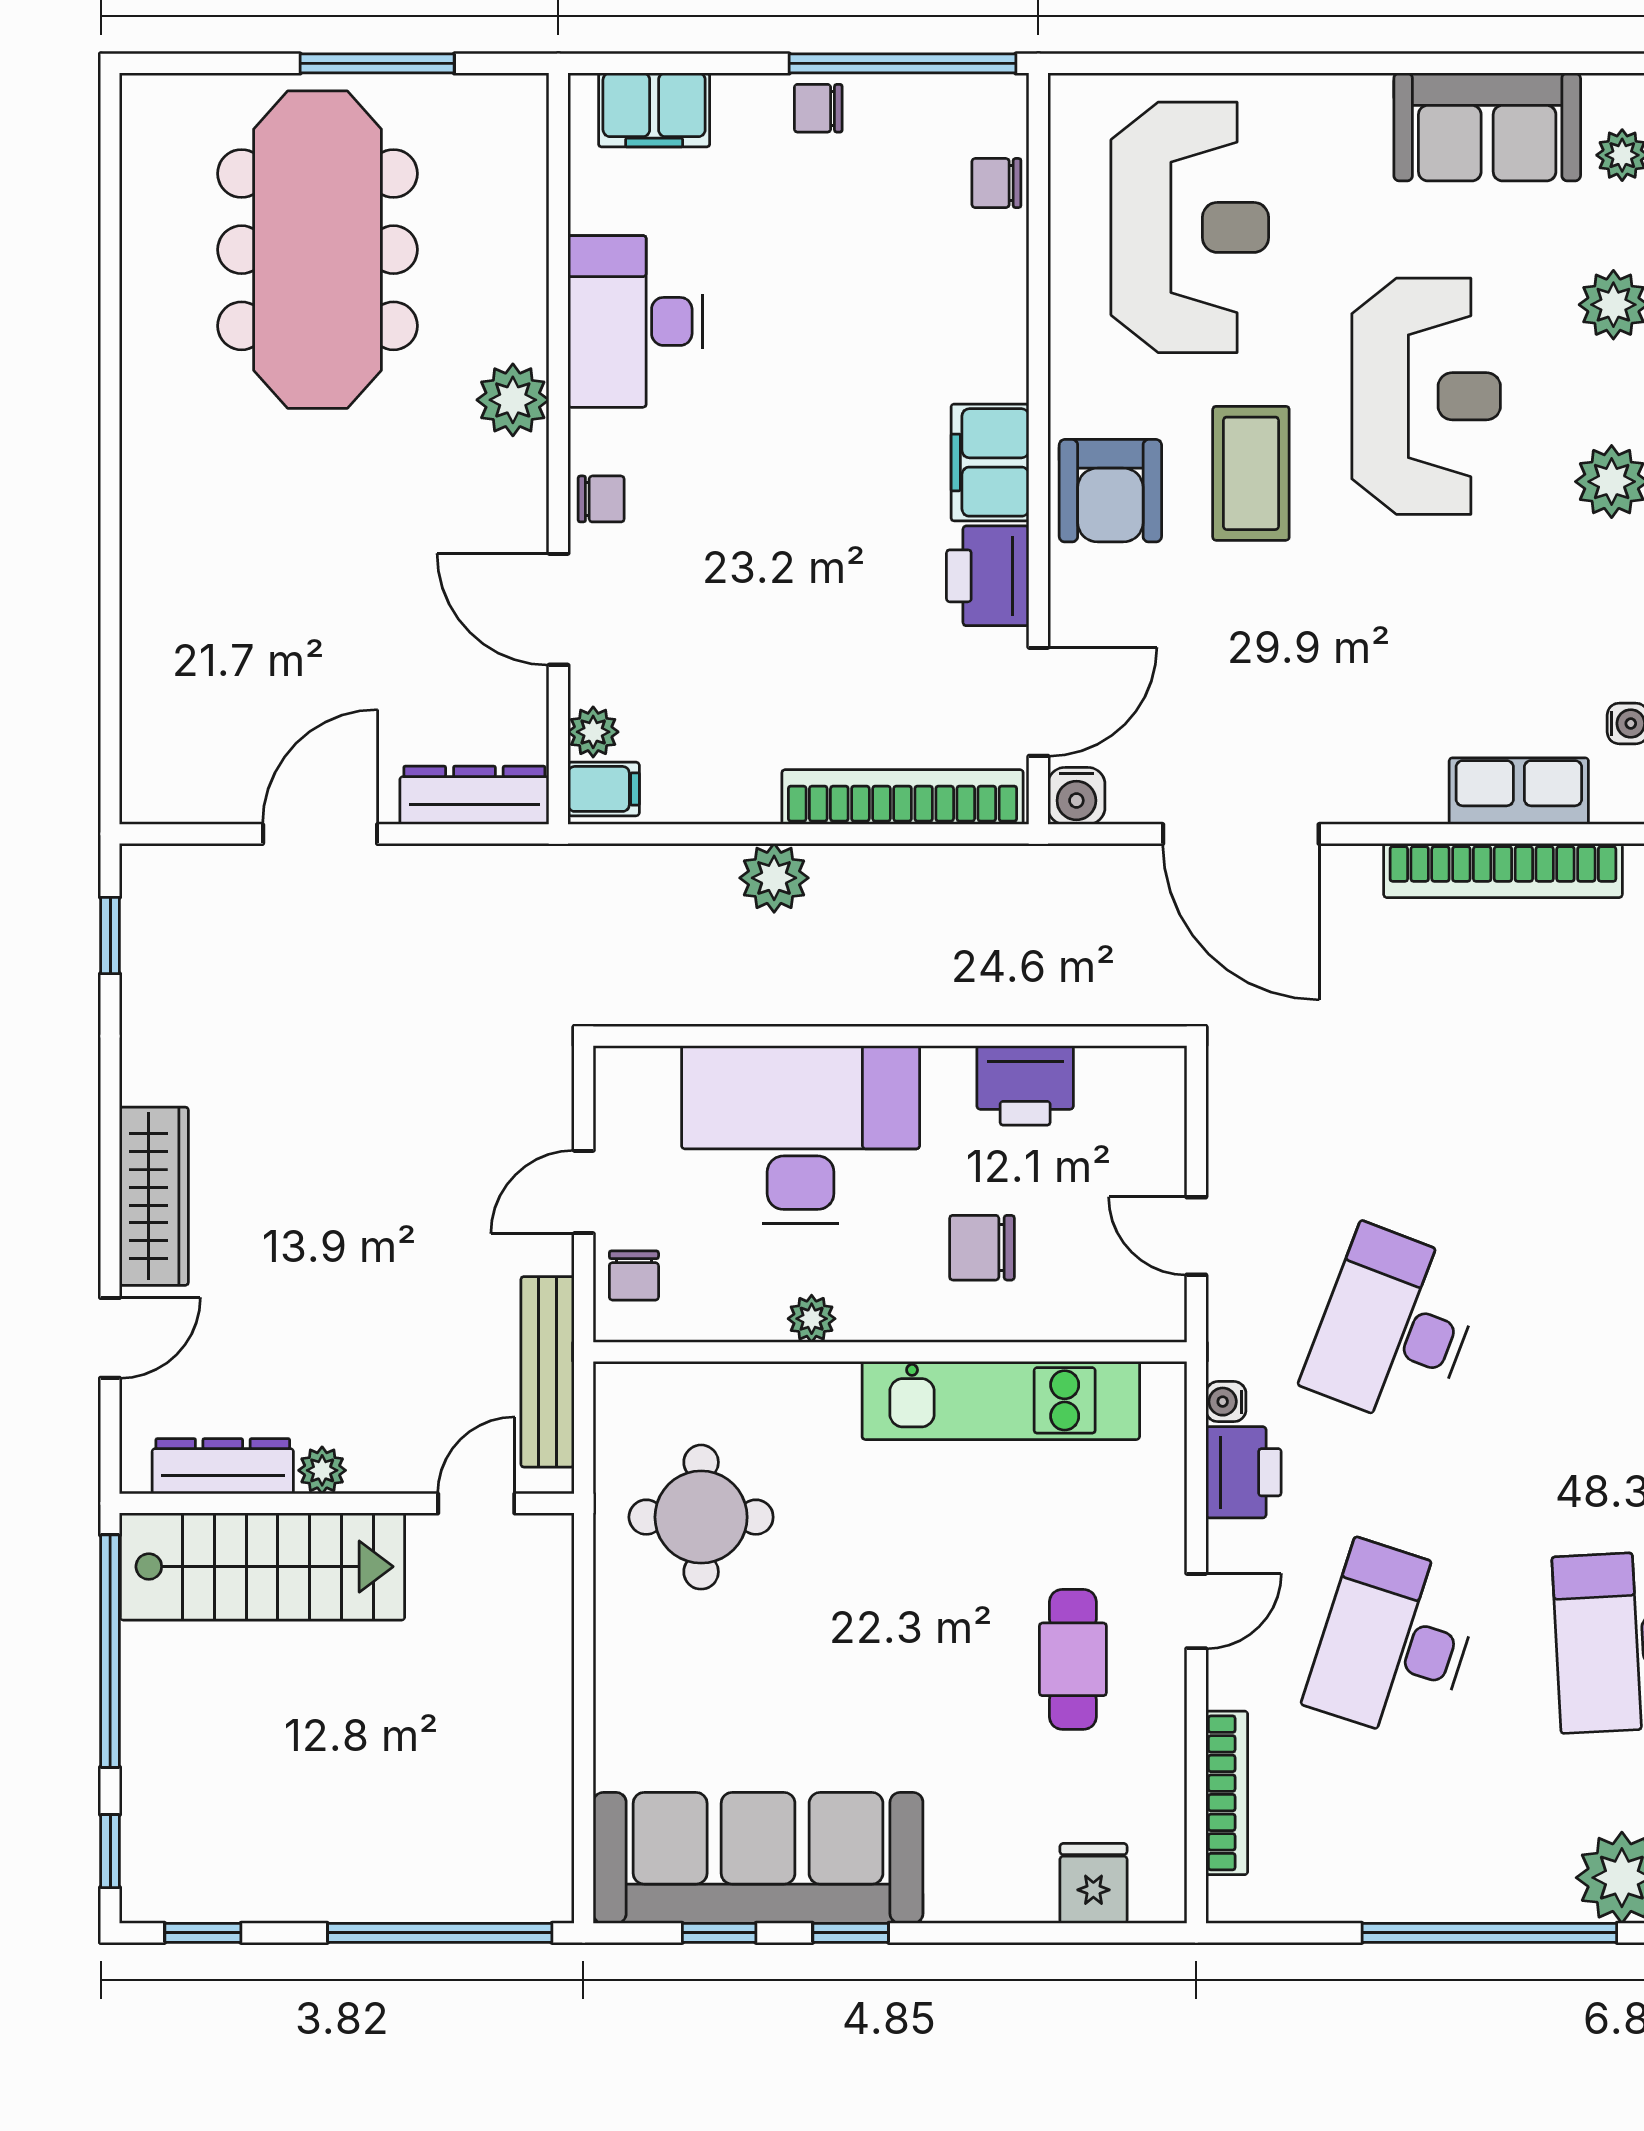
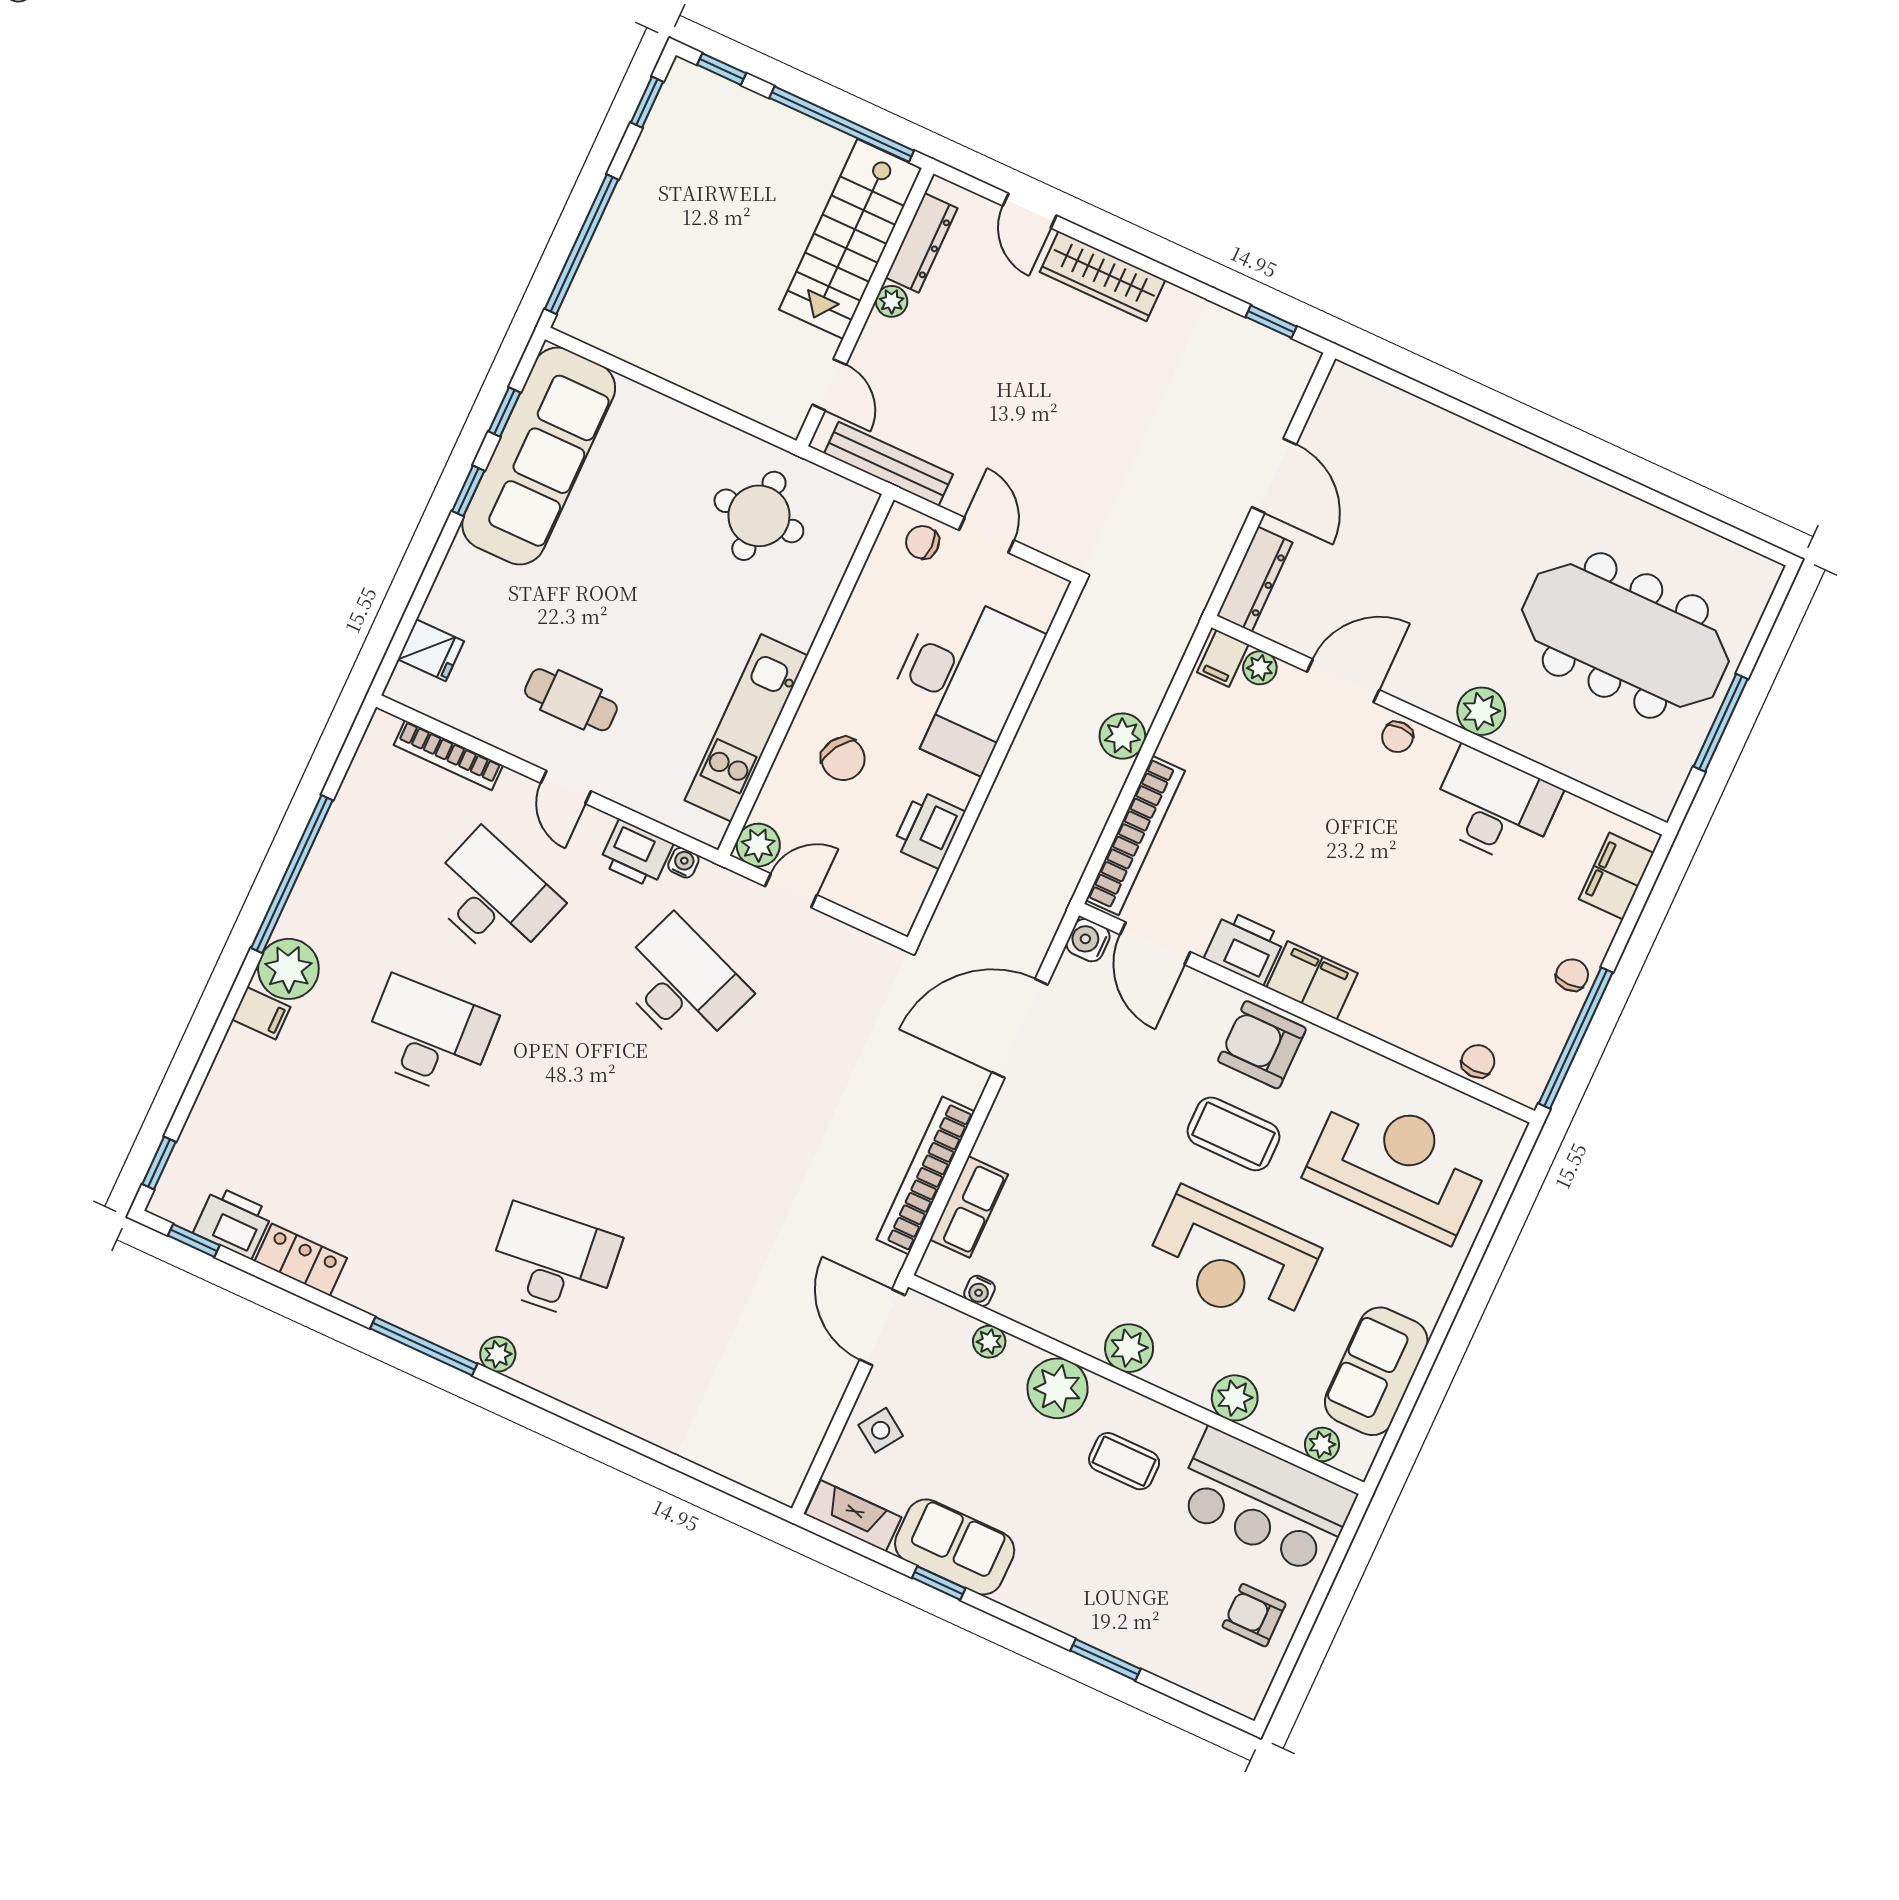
reception desk: (1190, 227) -> (1398, 1165), turned 180
chair: (982, 1248) -> (843, 759), turned 122
plant: (812, 1319) -> (758, 845), moved, width x1.38, depth x1.38

